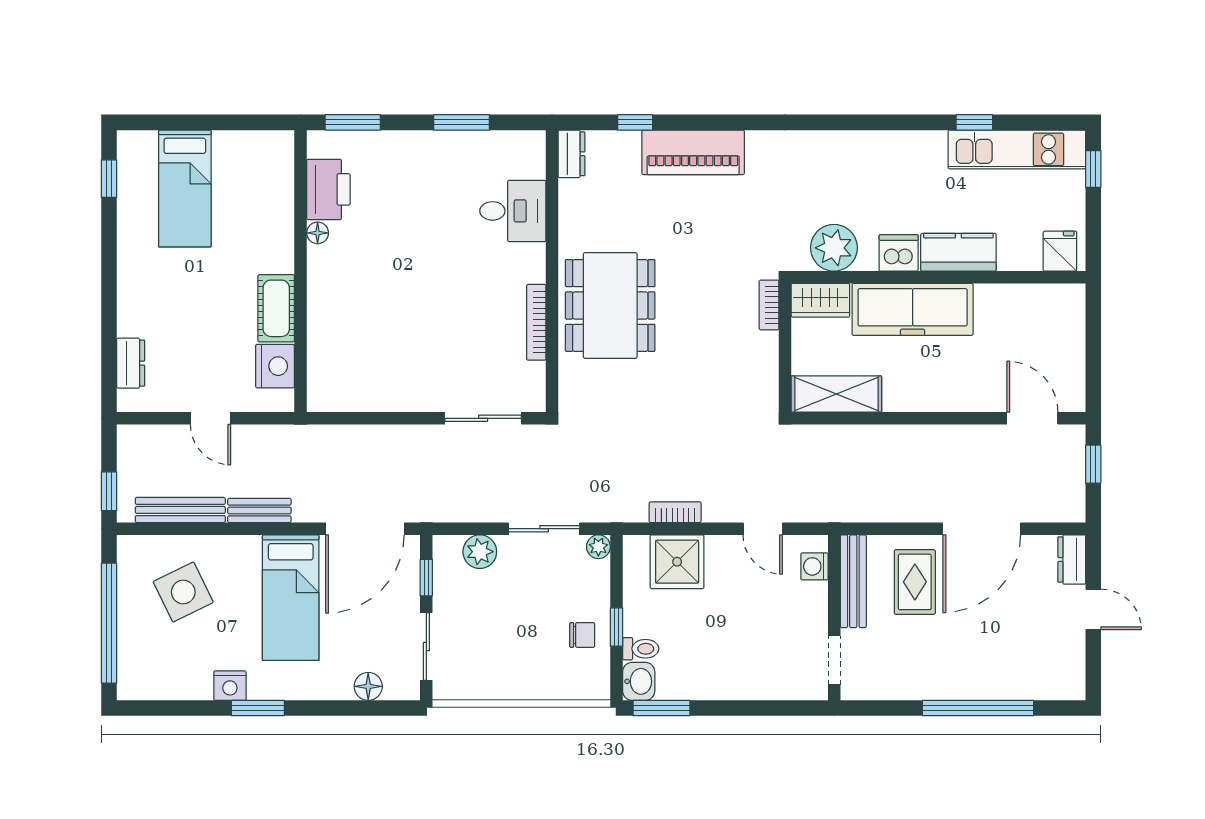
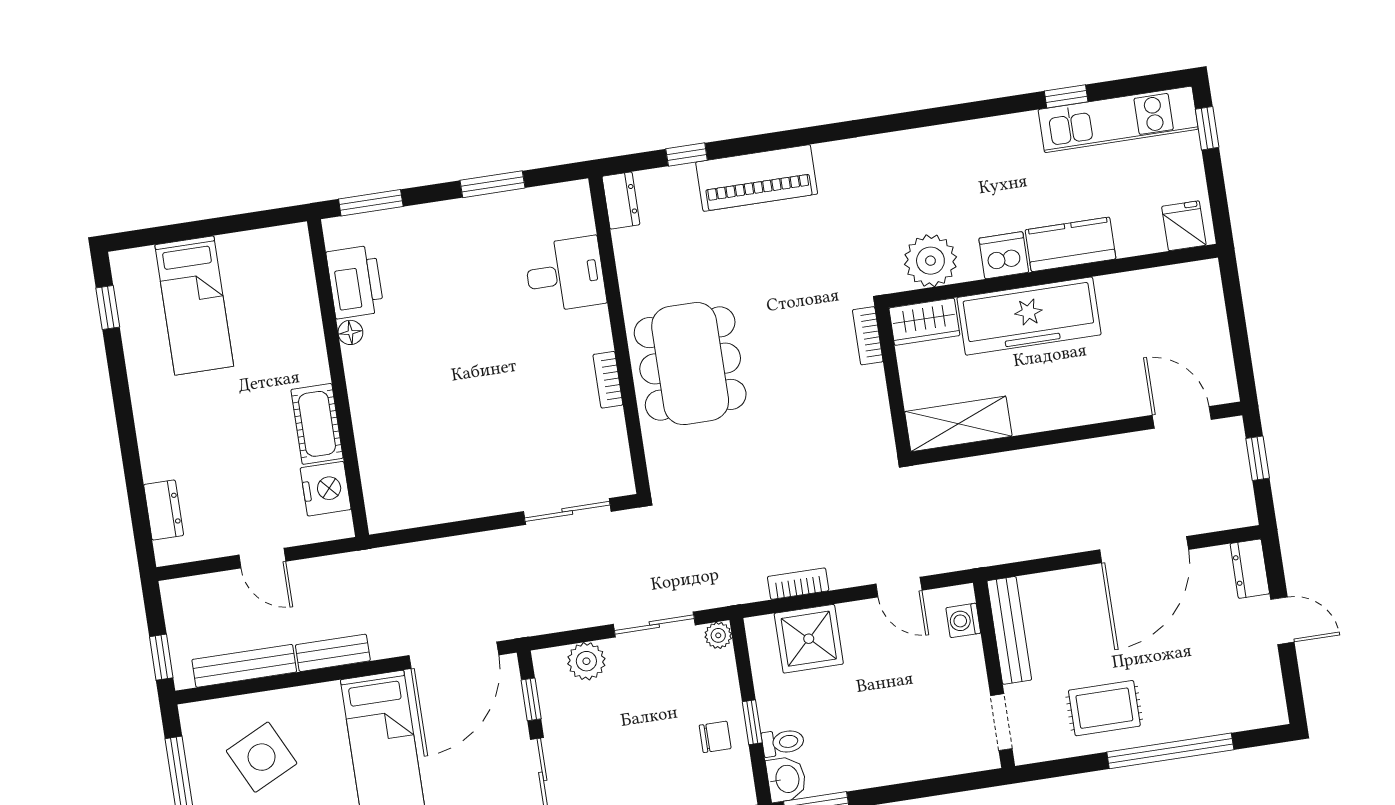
bookcase: (536, 322) -> (608, 380), width x0.64
rug: (915, 582) -> (1104, 708), moved, turned 90

